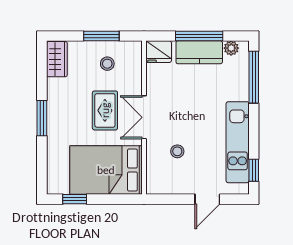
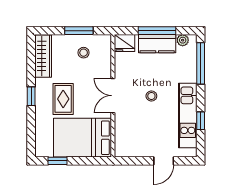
wardrobe: (57, 59) -> (43, 56), width x1.50
rug: (105, 110) -> (63, 99), moved
window: (42, 118) -> (31, 96), width x0.67
stool: (177, 151) -> (151, 96), moved
window: (254, 170) -> (201, 121), moved

